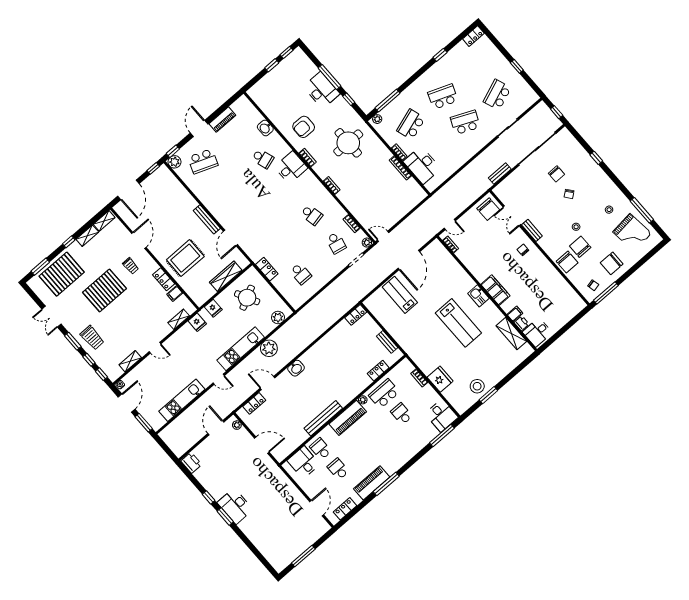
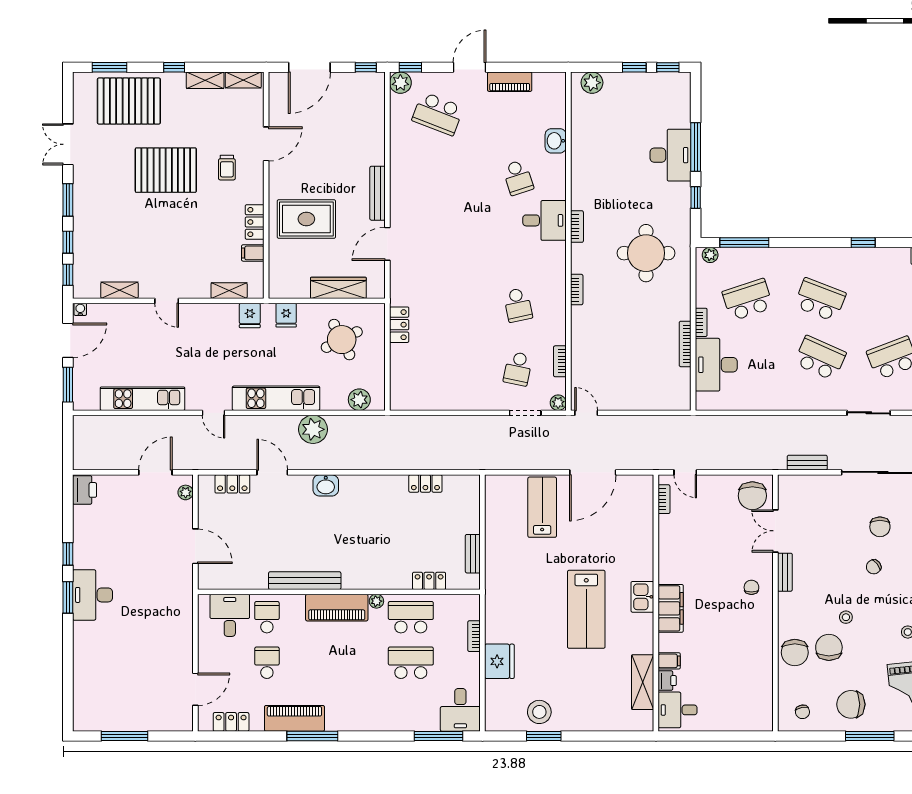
plant: (259, 88) -> (592, 83), added
armchair: (304, 127) -> (606, 182), removed
school desk: (301, 274) -> (438, 369), removed
window: (606, 293) -> (870, 736), moved
locker: (356, 315) -> (425, 484), moved
trolley: (92, 338) -> (97, 217), removed
school desk: (402, 414) -> (411, 663), width x1.85

